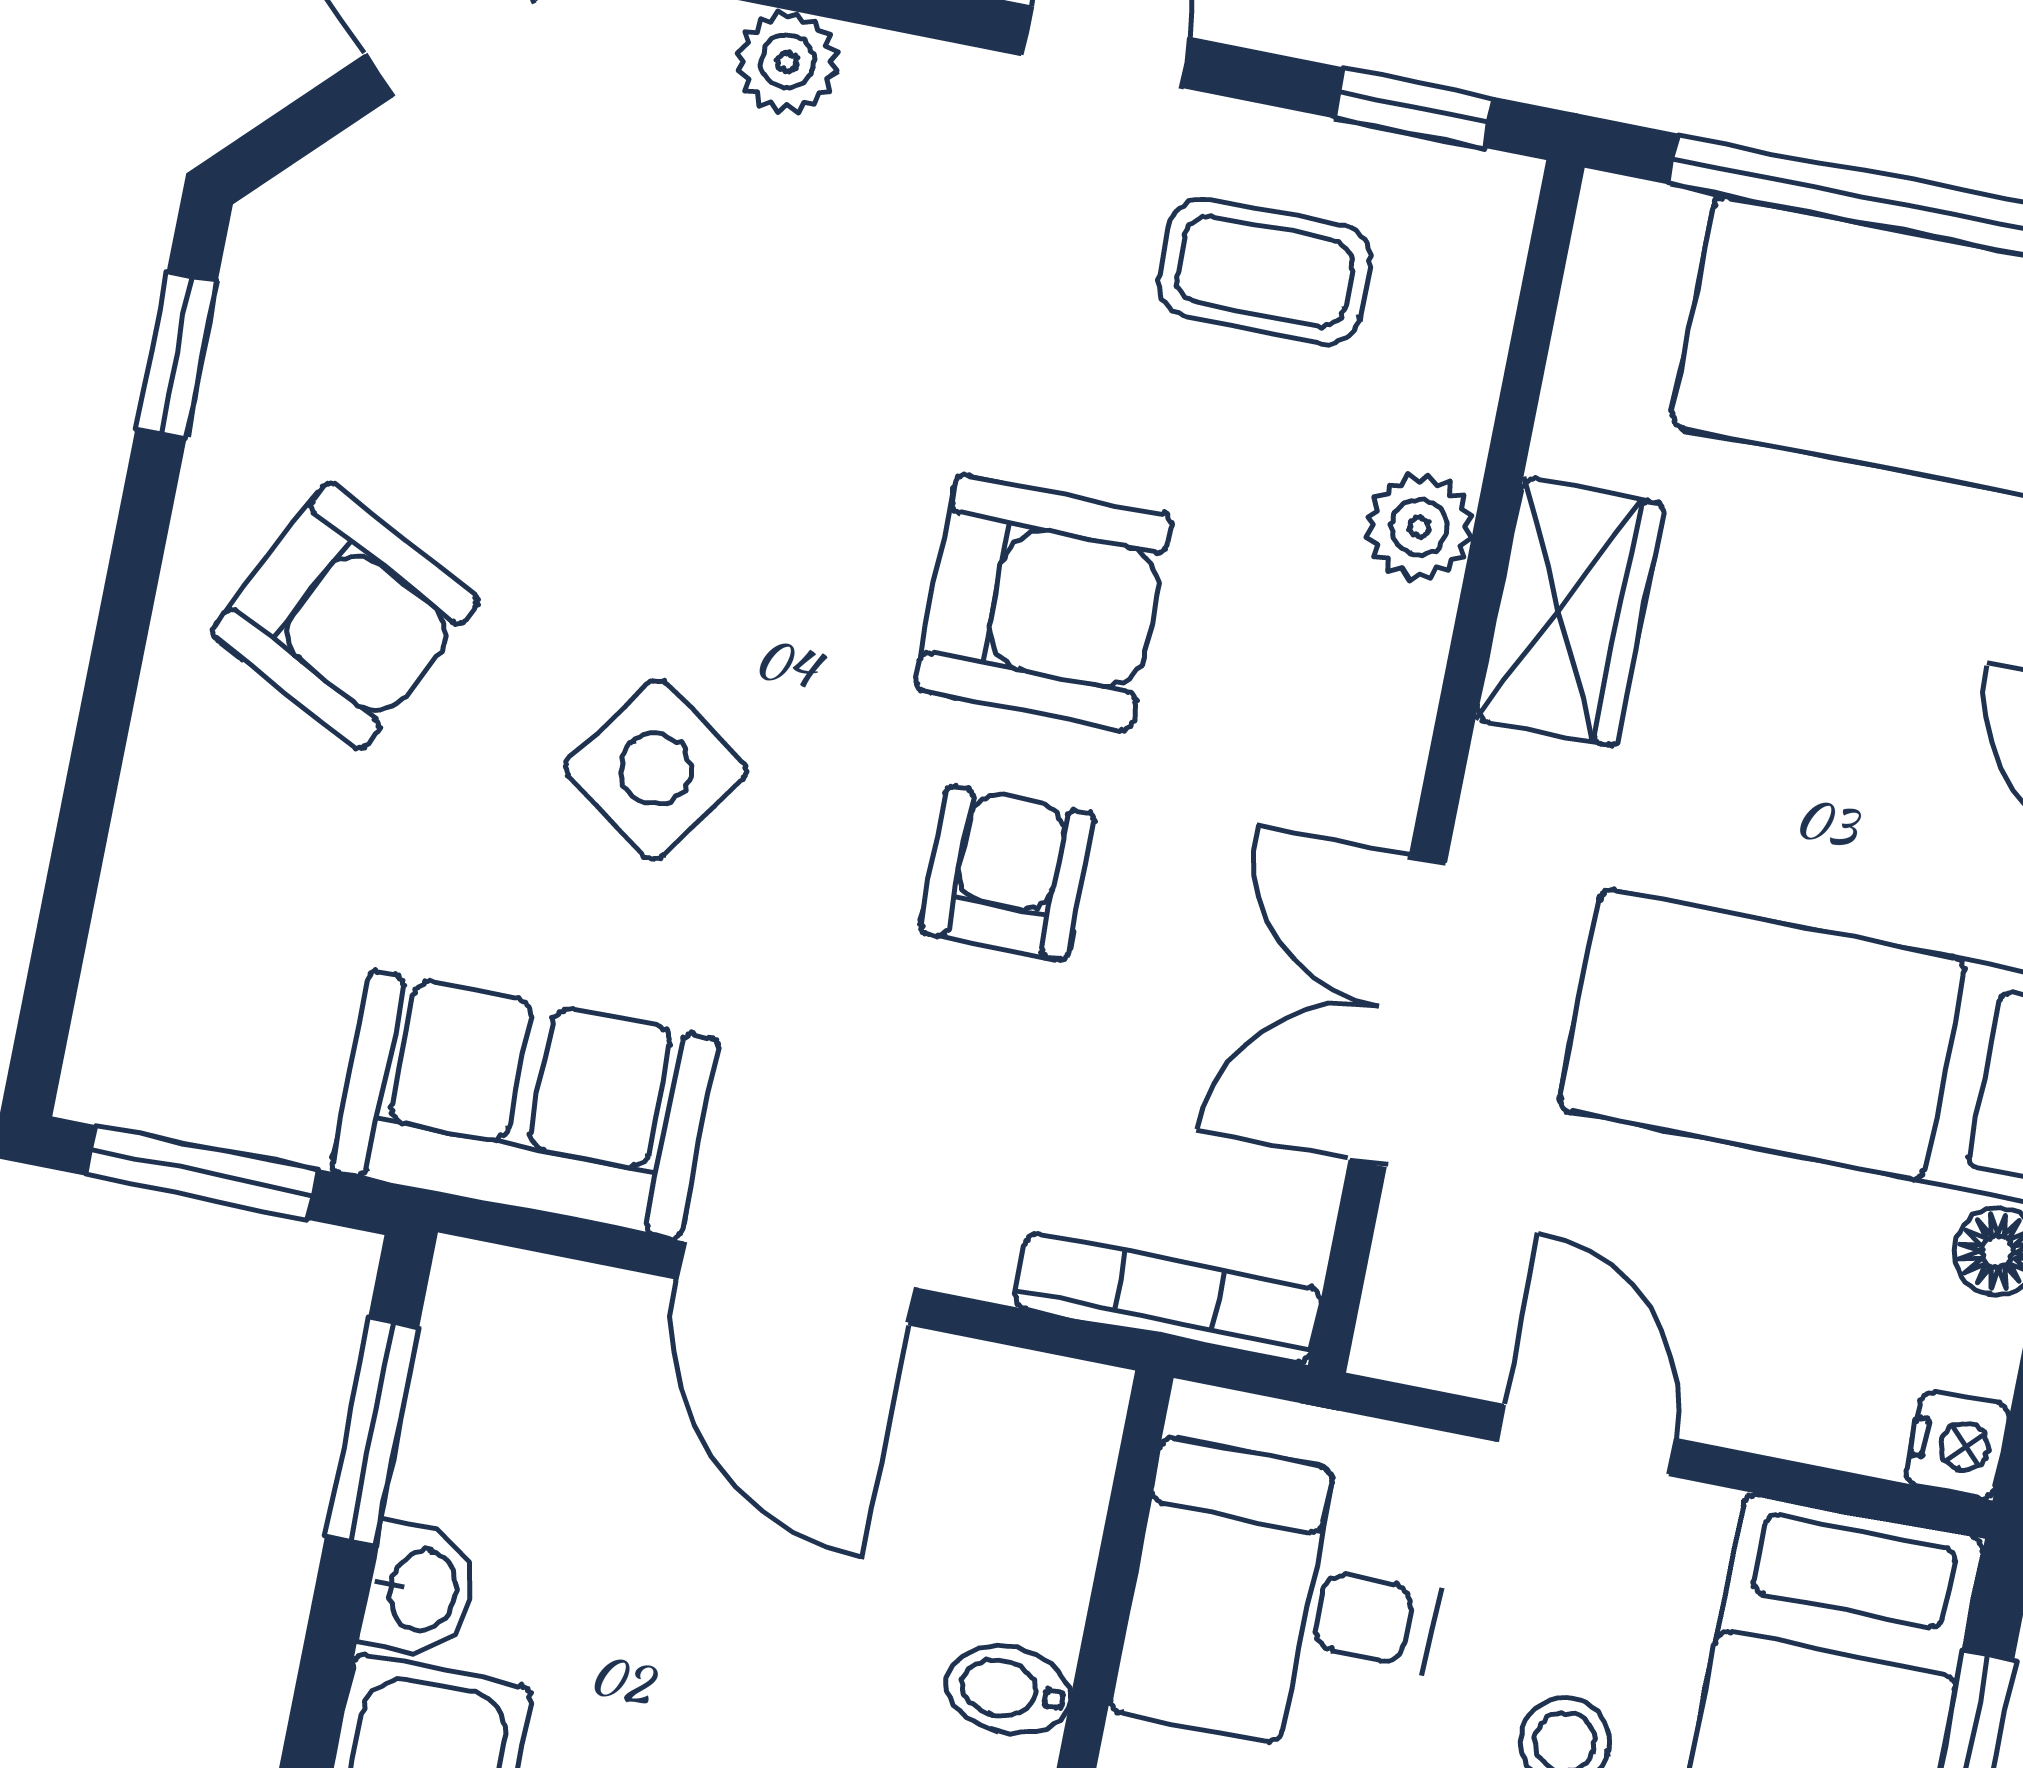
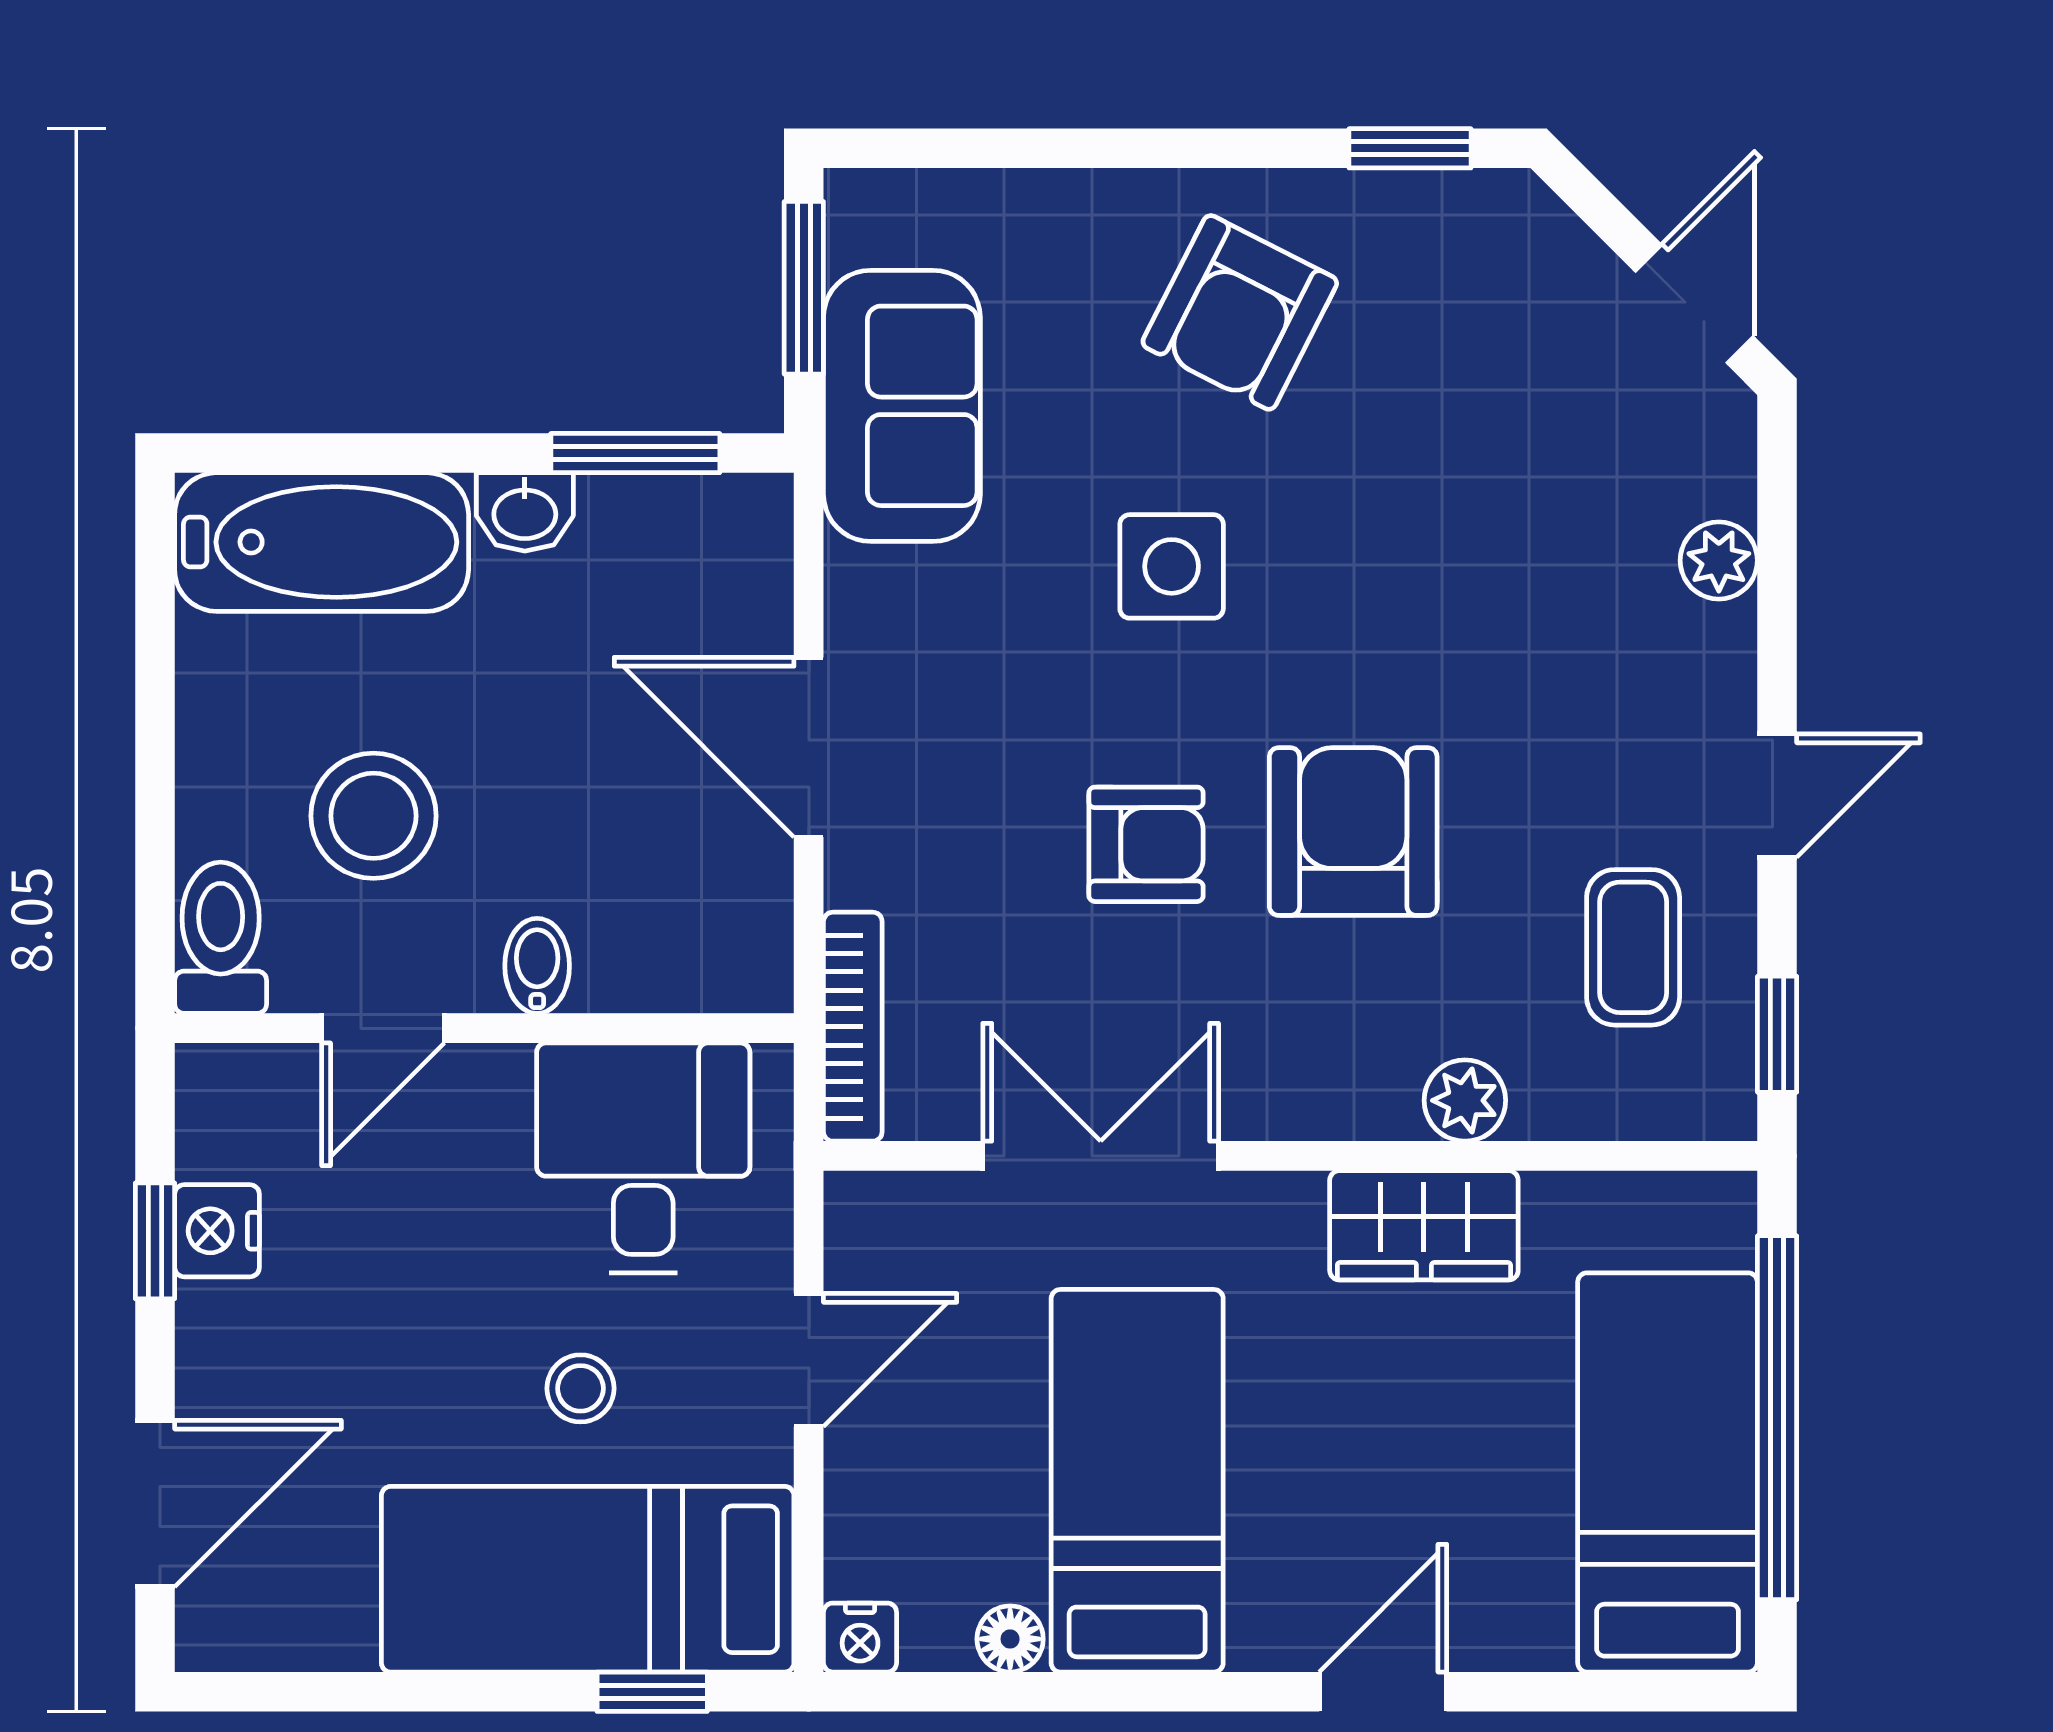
armchair: (1044, 603) -> (1353, 832), turned 180
side table: (655, 769) -> (1172, 566), turned -35
sofa: (525, 1105) -> (902, 406), moved
door: (796, 1283) -> (809, 747), hinge flipped

